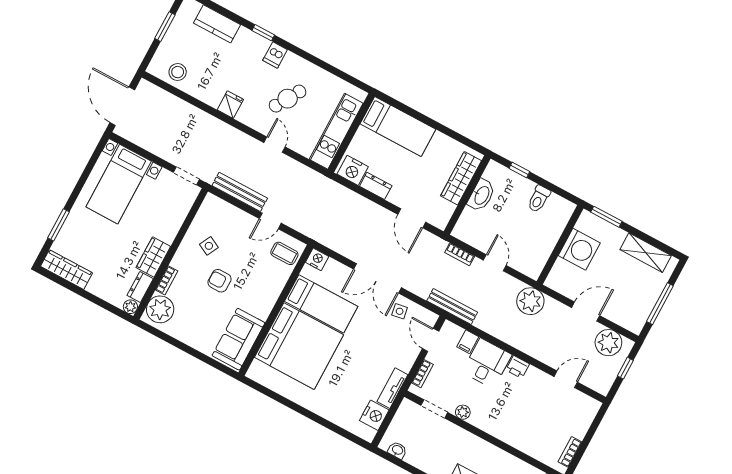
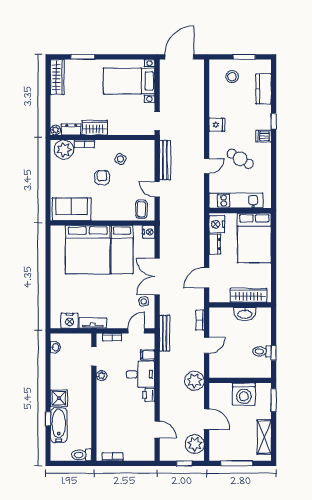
stool: (178, 72) -> (232, 77), moved
bed: (398, 127) -> (254, 238), width x1.50
window: (519, 170) -> (274, 353), moved

